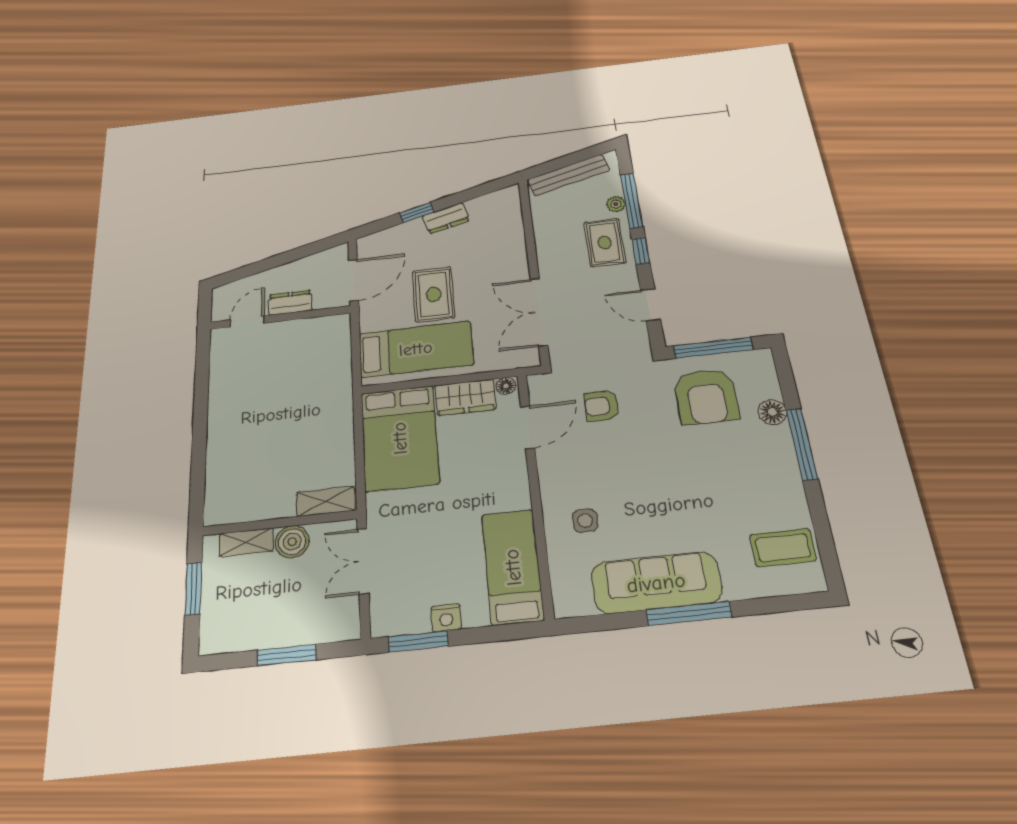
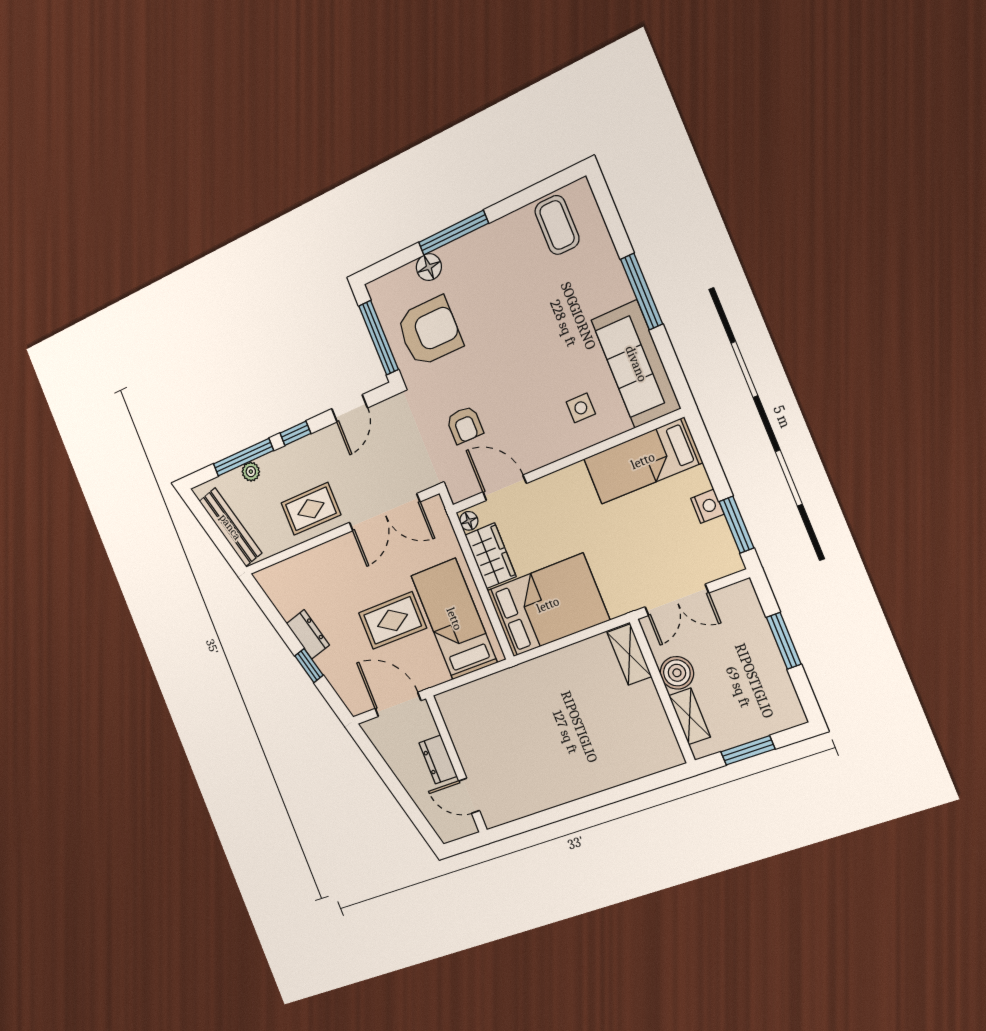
rug: (605, 243) -> (311, 509), moved
sofa: (656, 583) -> (636, 364), moved

